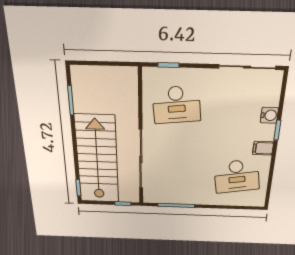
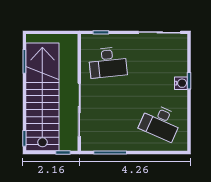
water cooler: (269, 115) -> (181, 83), moved
filing cabinet: (263, 148) -> (180, 96), removed
stairs: (97, 160) -> (42, 97), width x1.36
desk: (237, 176) -> (161, 122), turned 33

